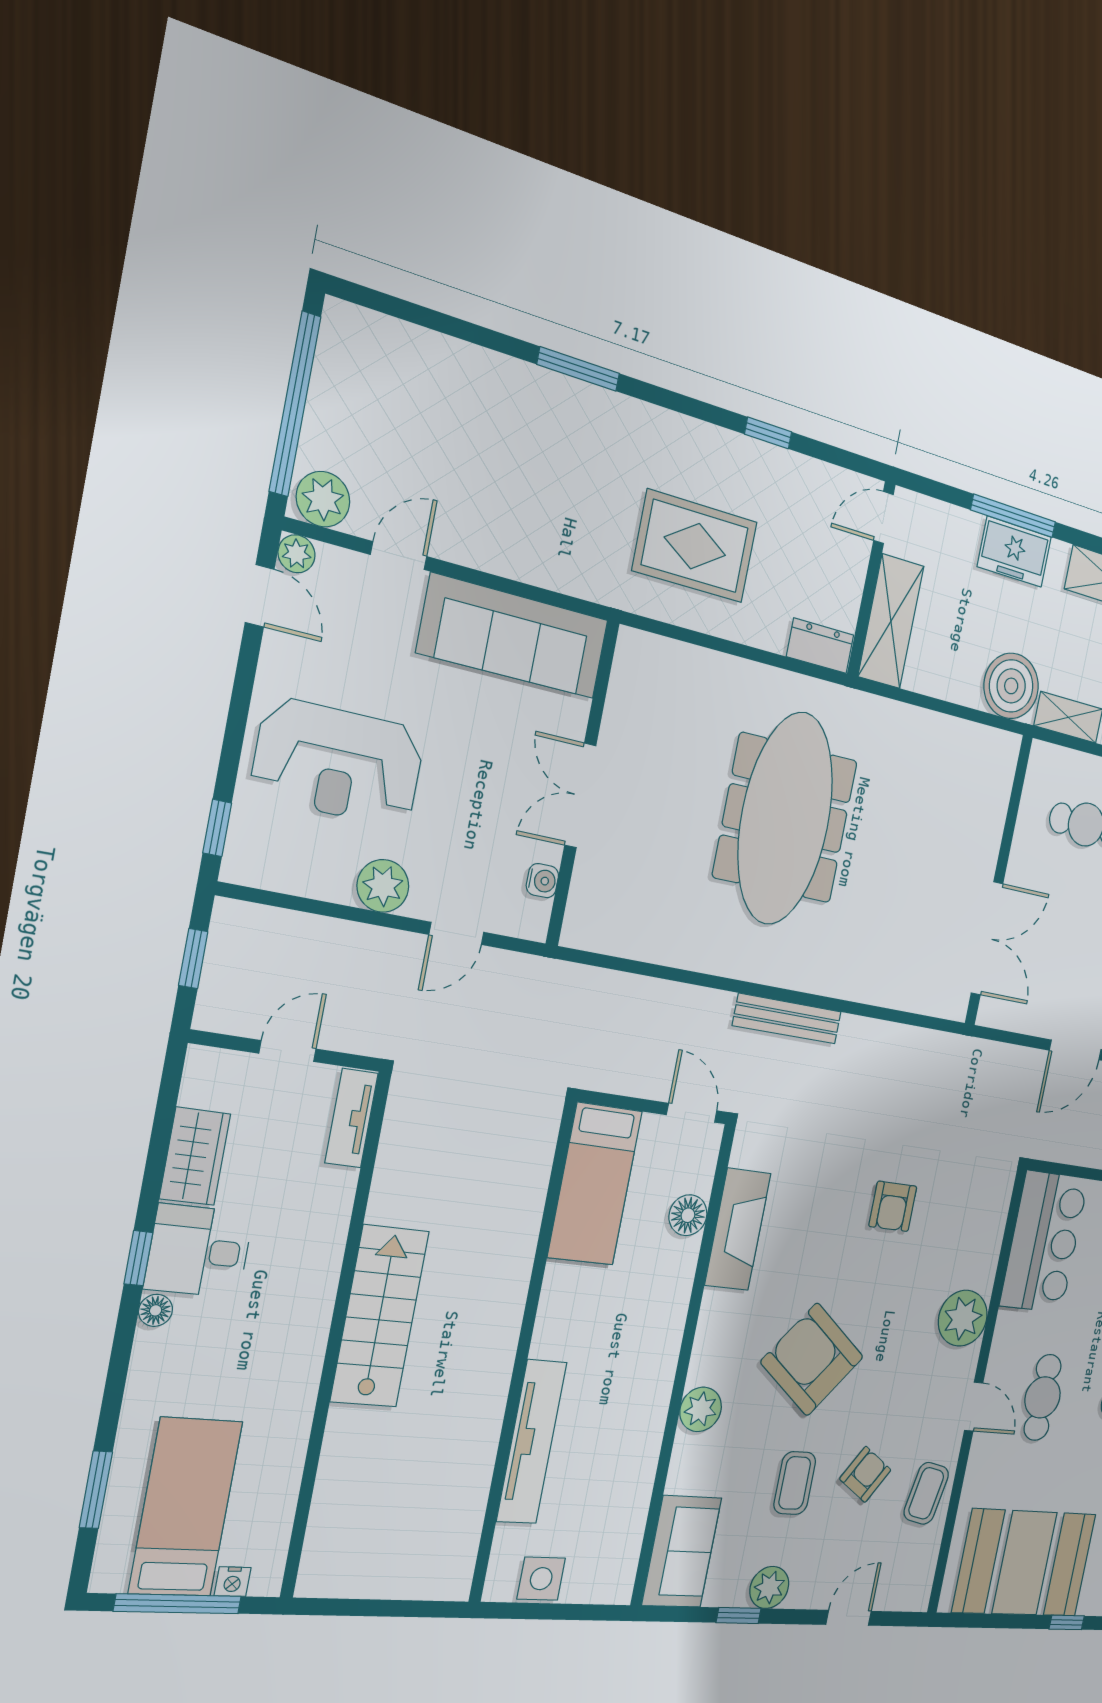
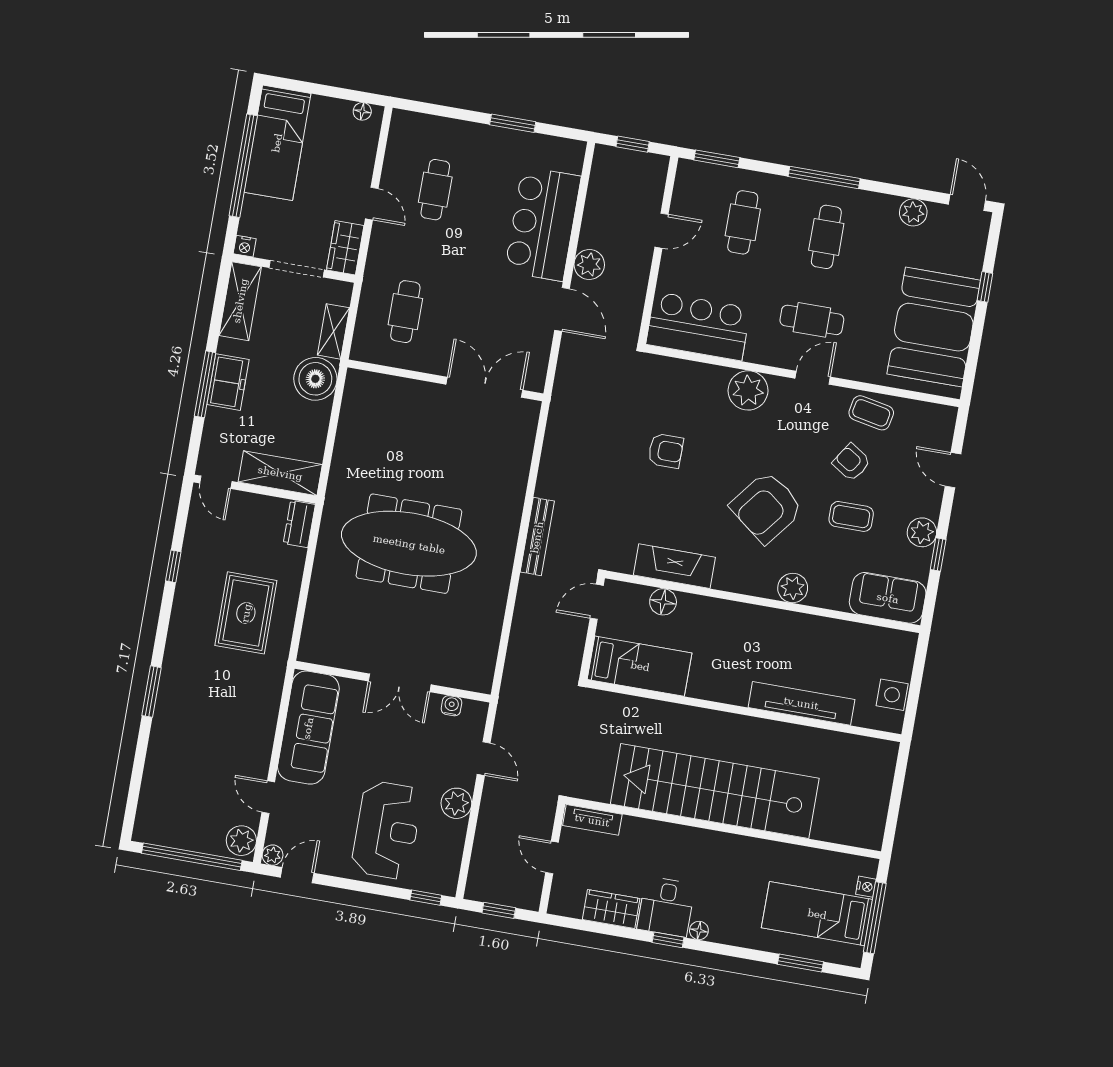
stairs: (380, 1316) -> (715, 791), width x1.86, depth x1.51

